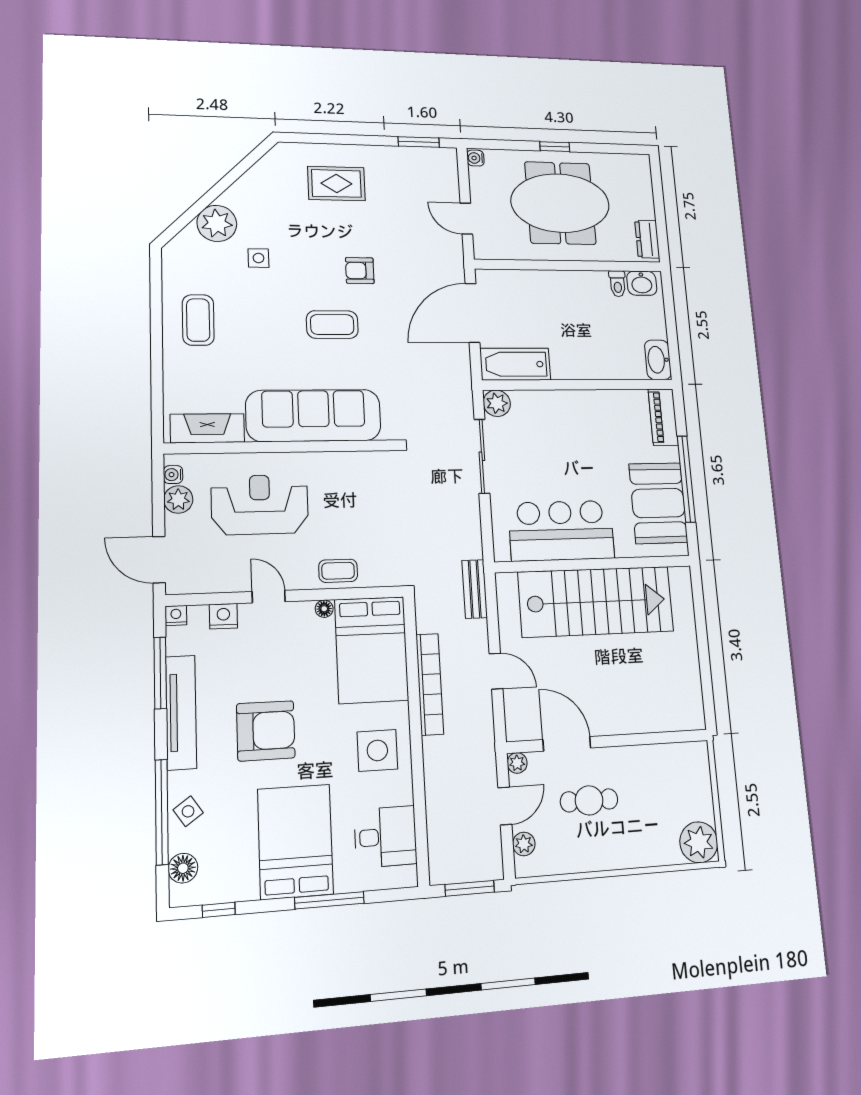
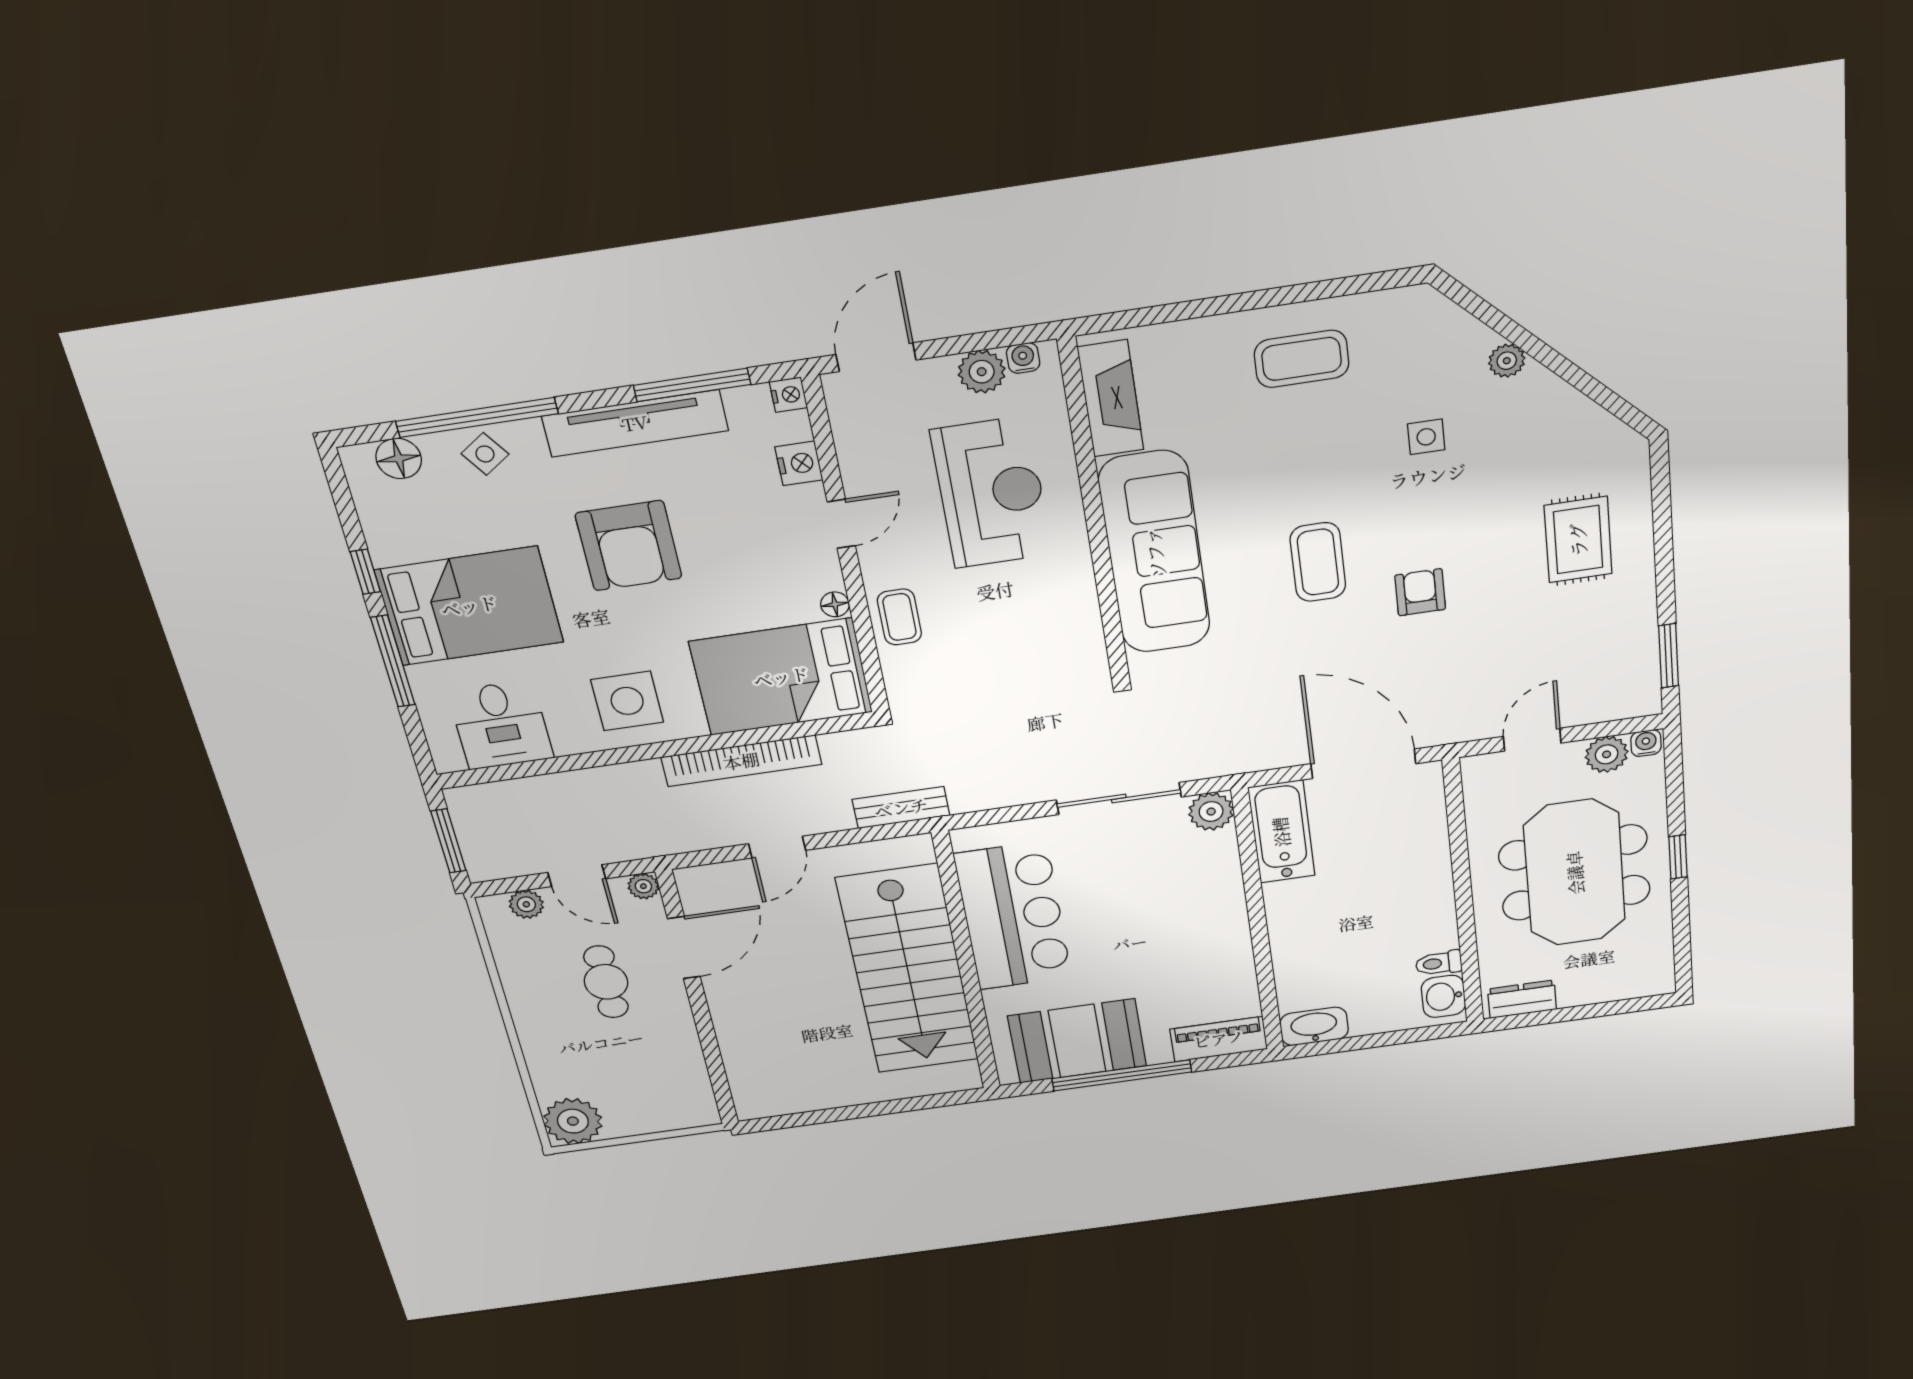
plant: (481, 180) -> (1607, 754), added
plant: (217, 223) -> (1507, 361), width x0.53, depth x0.53
window: (219, 910) -> (365, 572), moved

